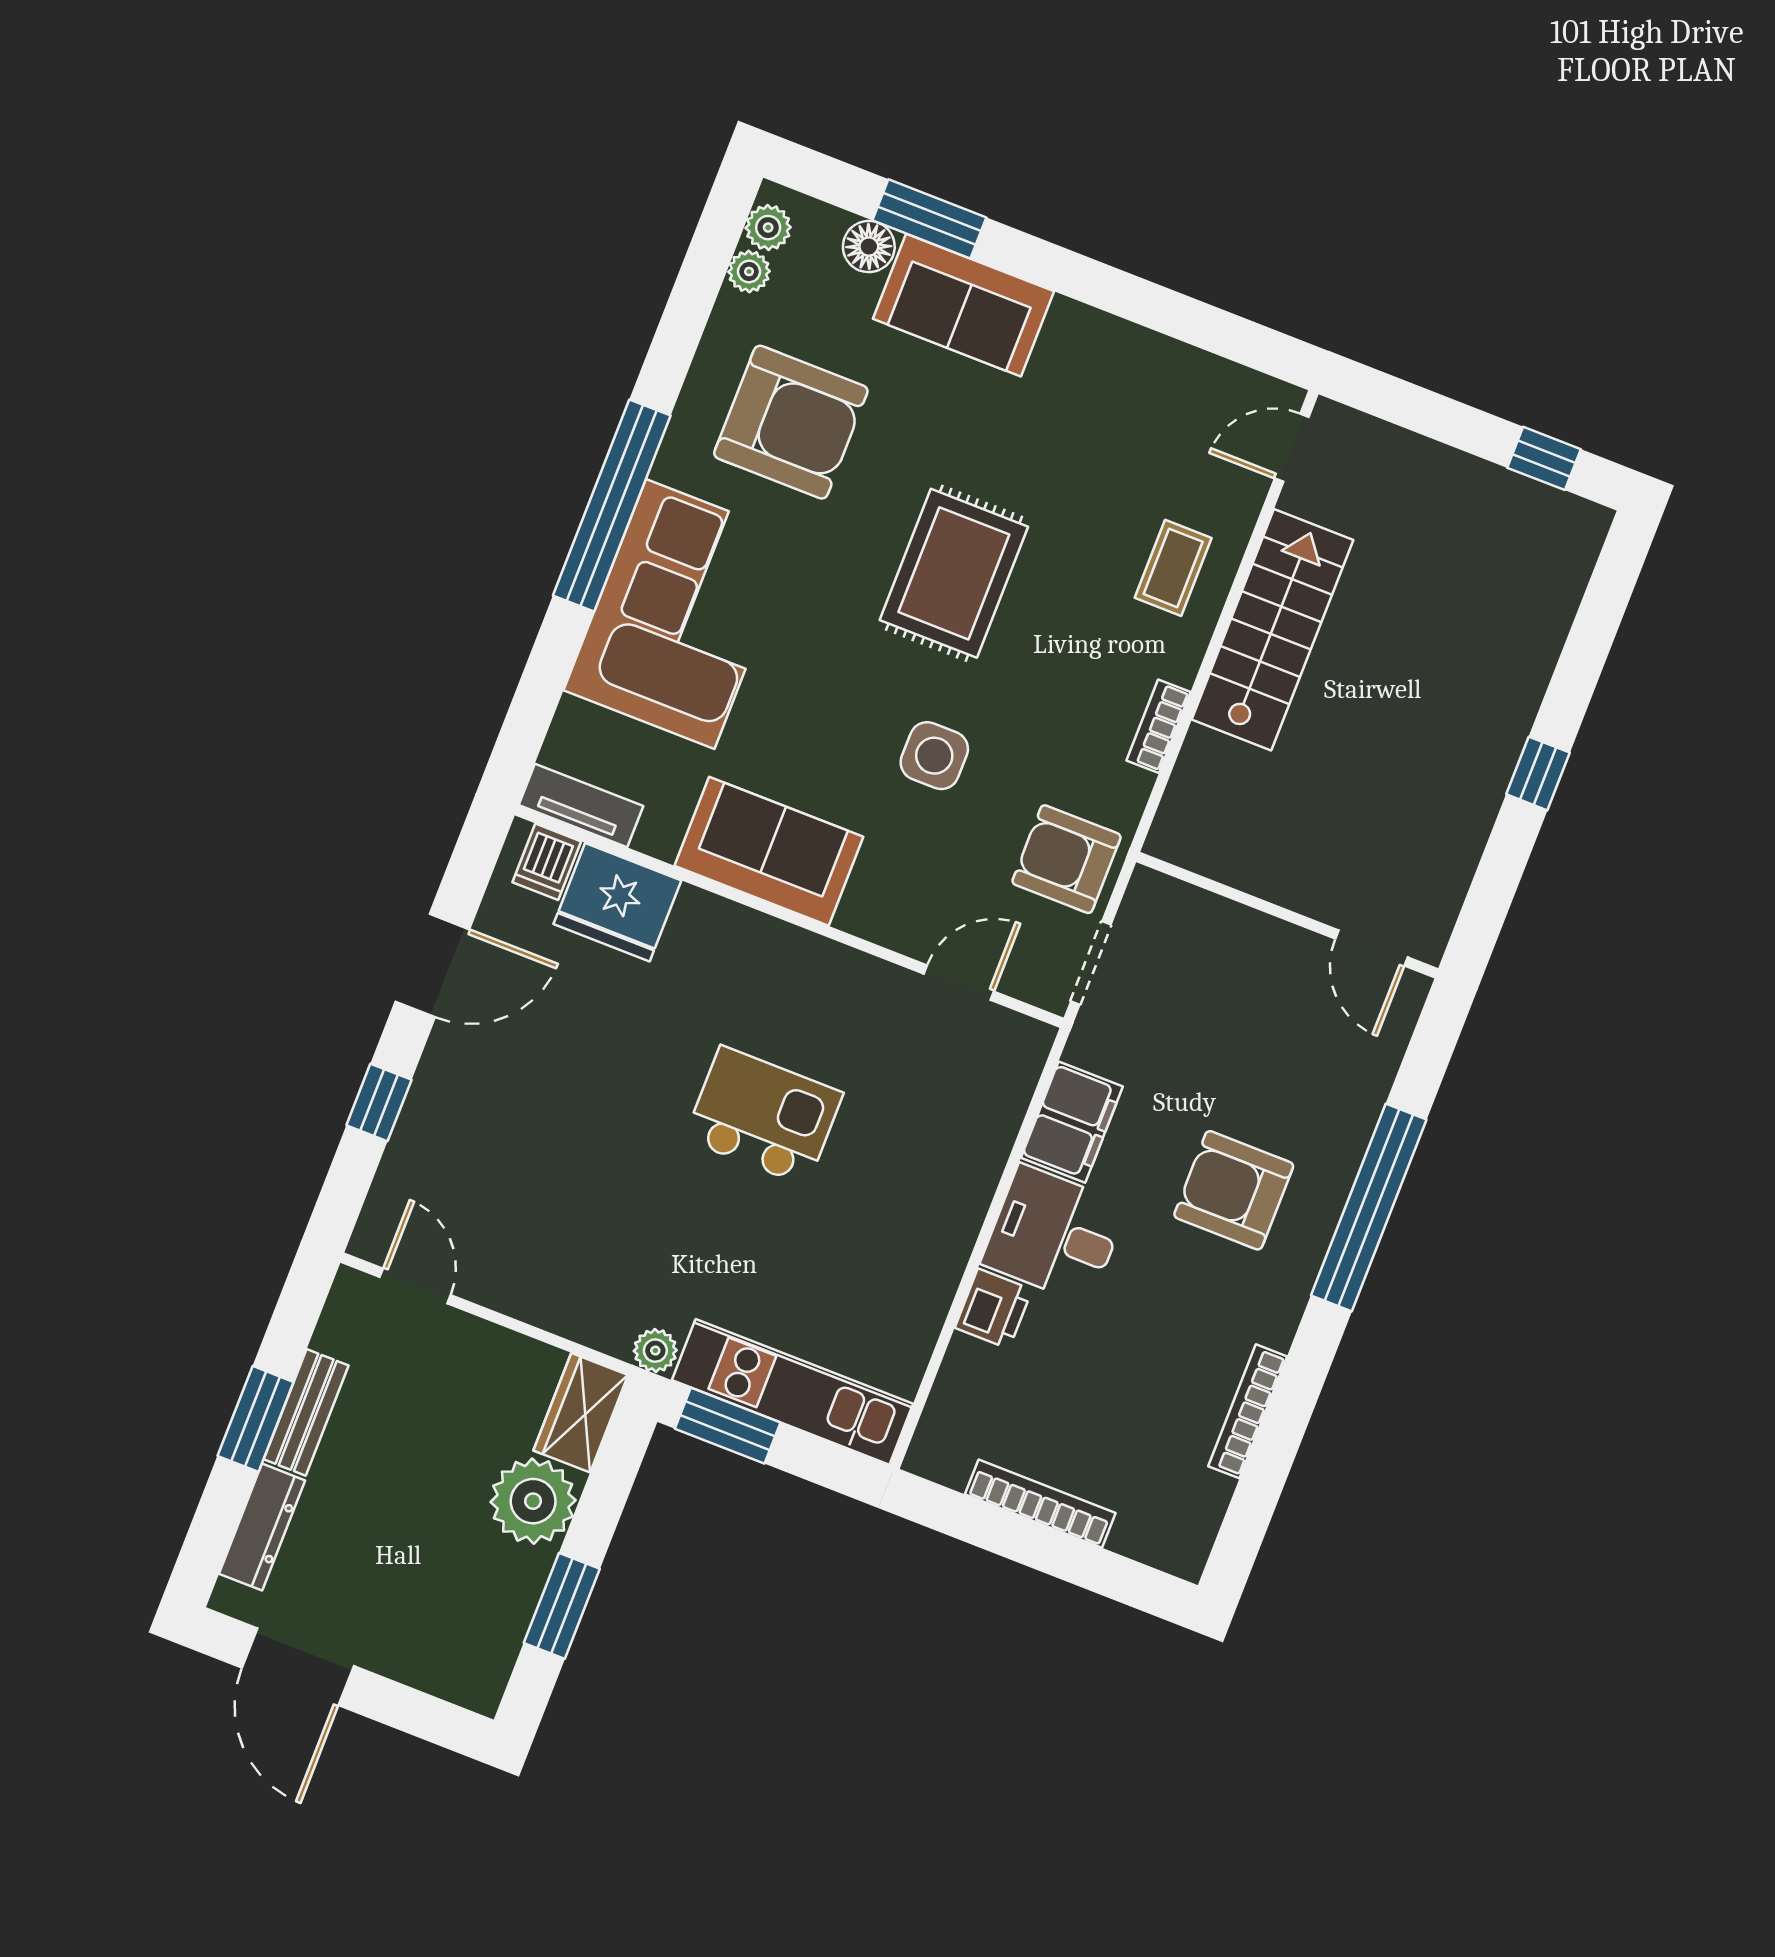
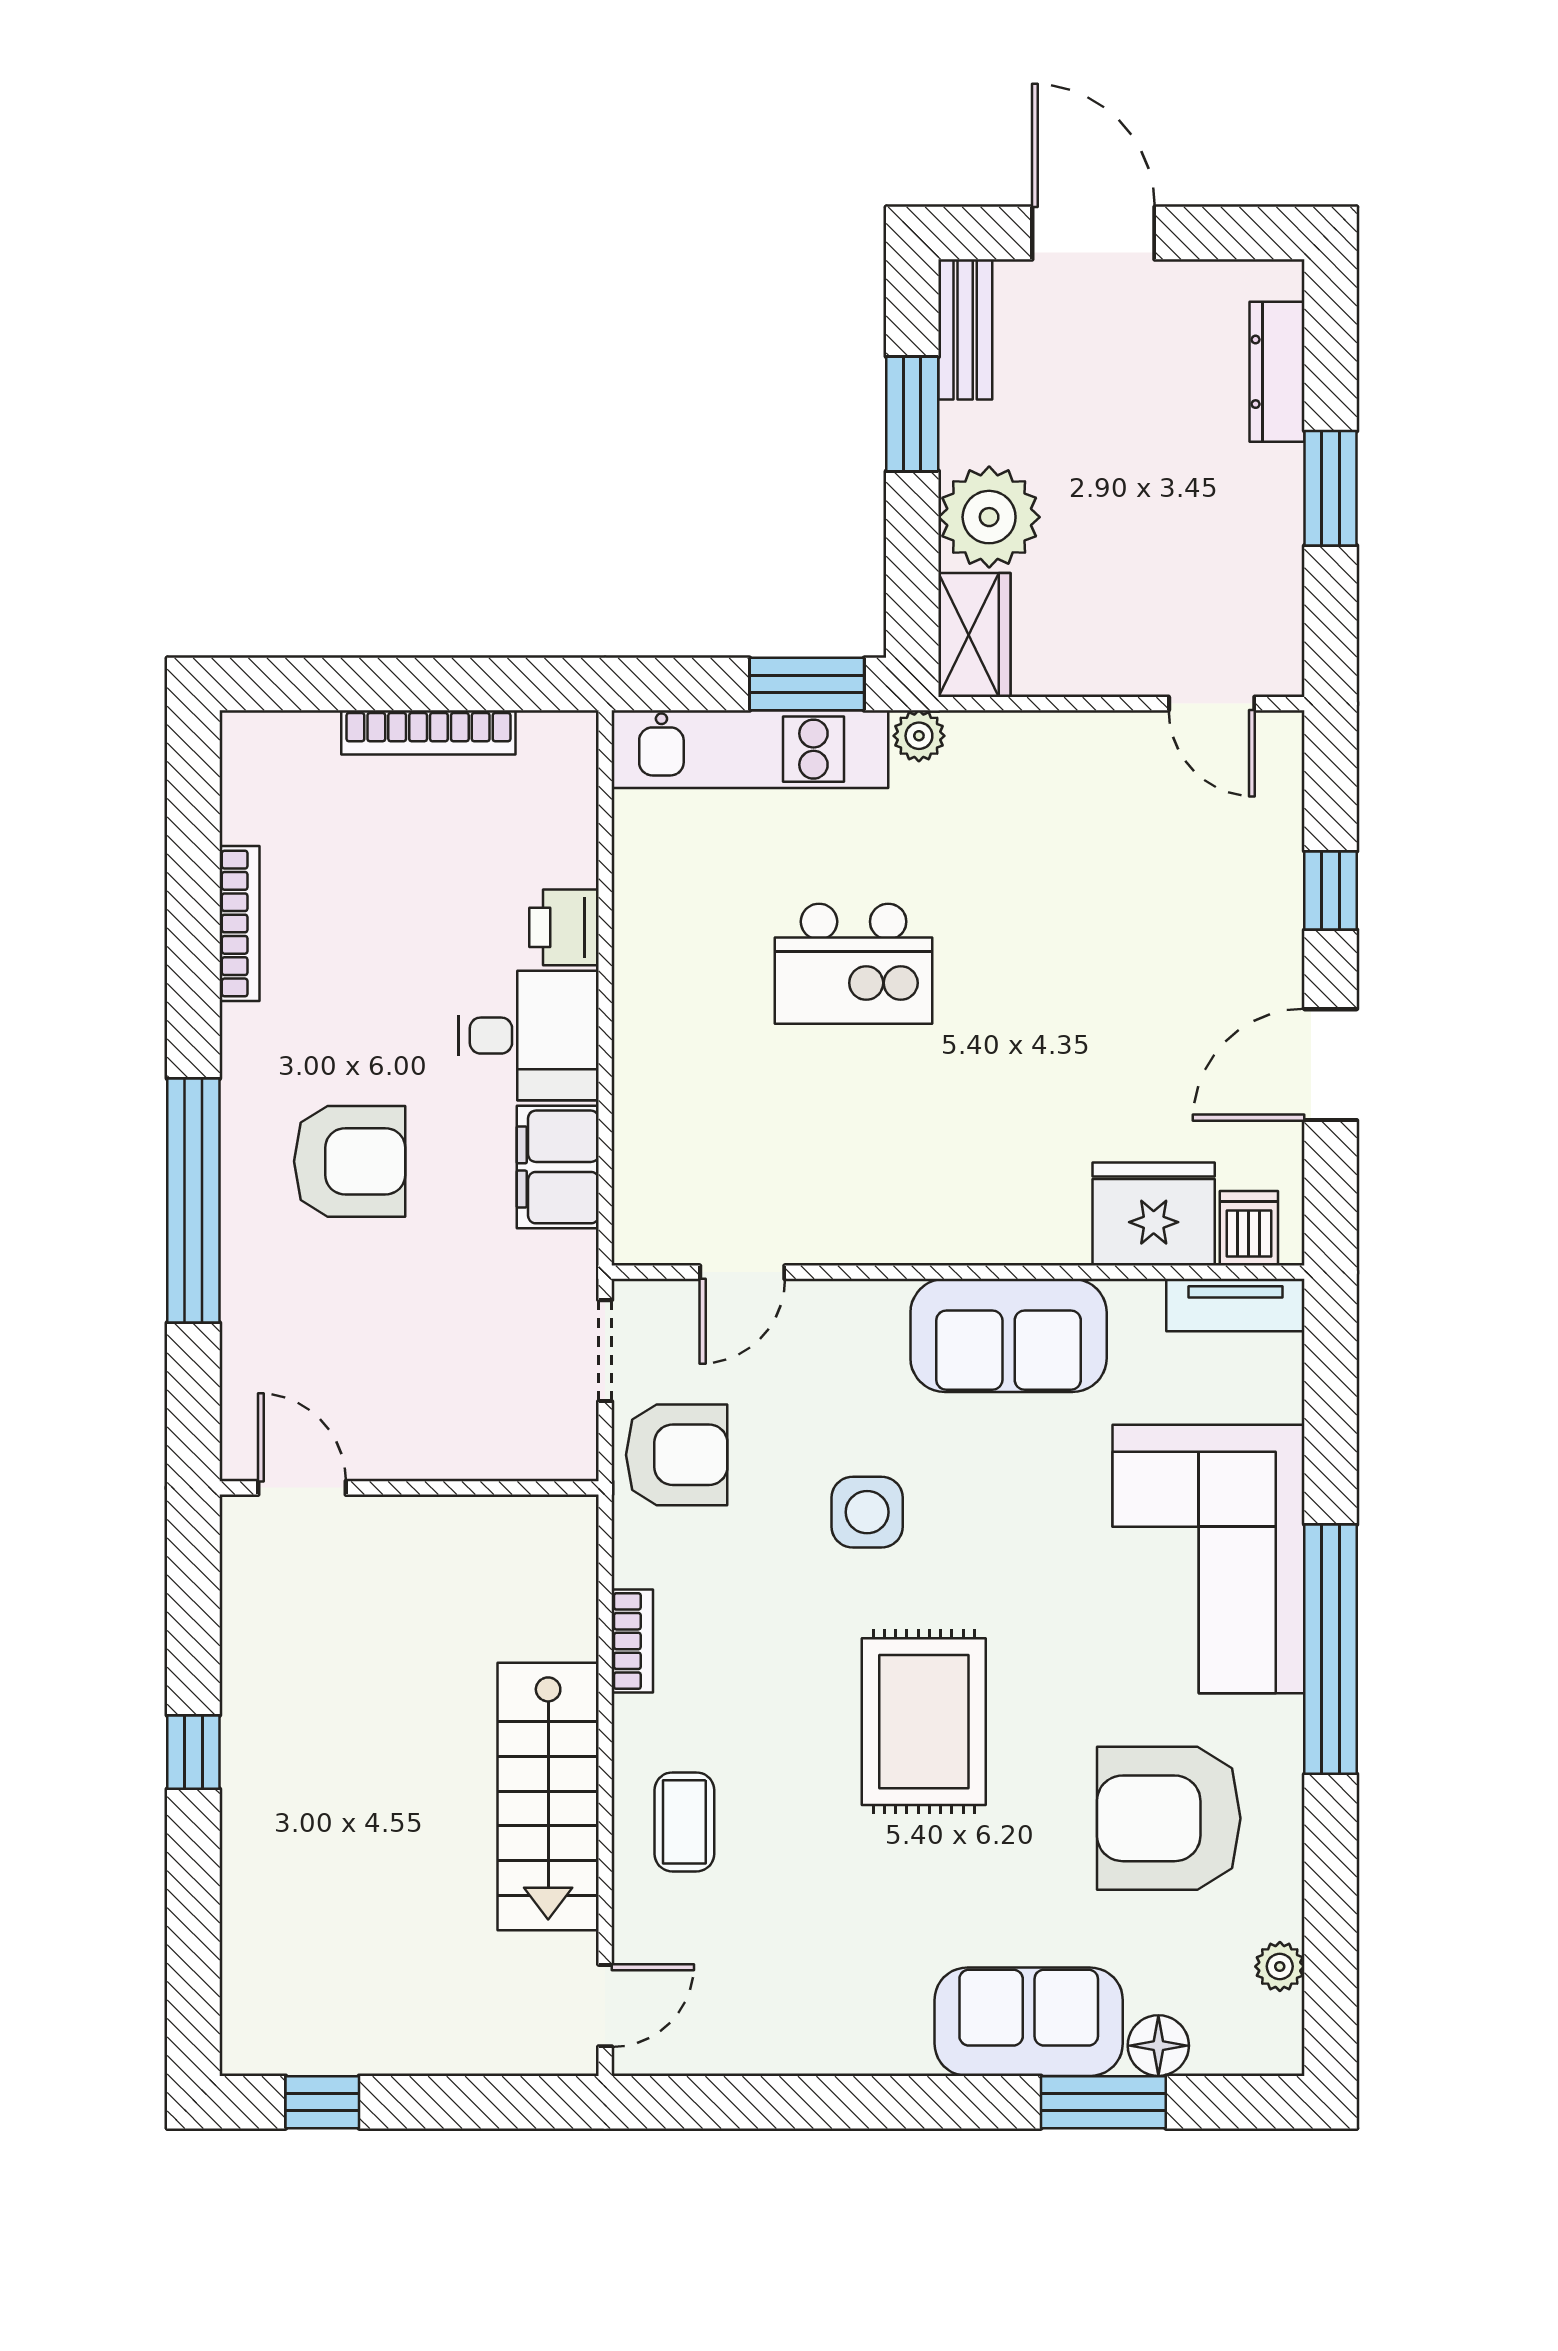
plant: (768, 228) -> (1278, 2023), removed
kitchen island: (764, 1116) -> (854, 964), moved
bench: (306, 1412) -> (965, 329), moved
door: (298, 1667) -> (1093, 233), moved

